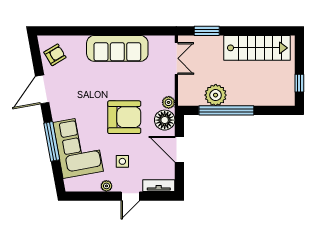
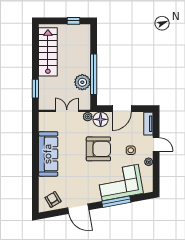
double door: (176, 58) -> (67, 111), moved
armchair: (124, 117) -> (98, 149), turned 90

